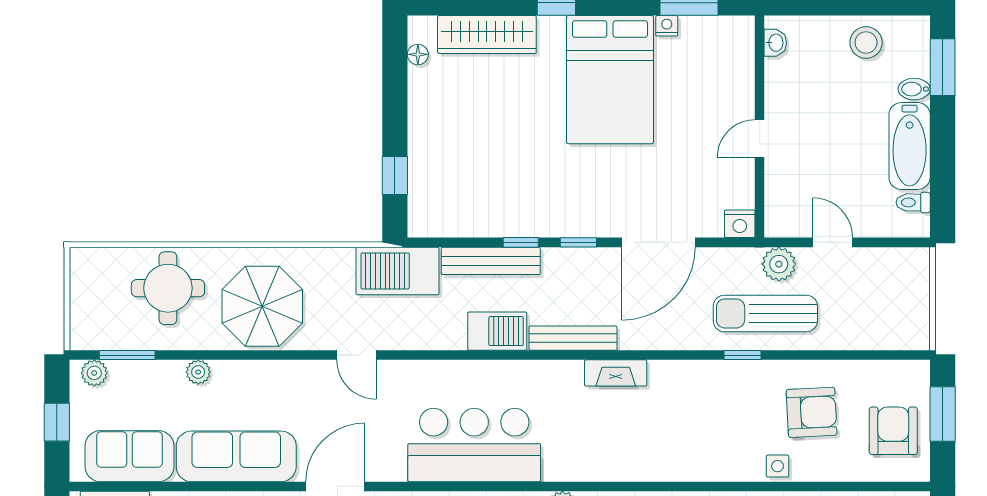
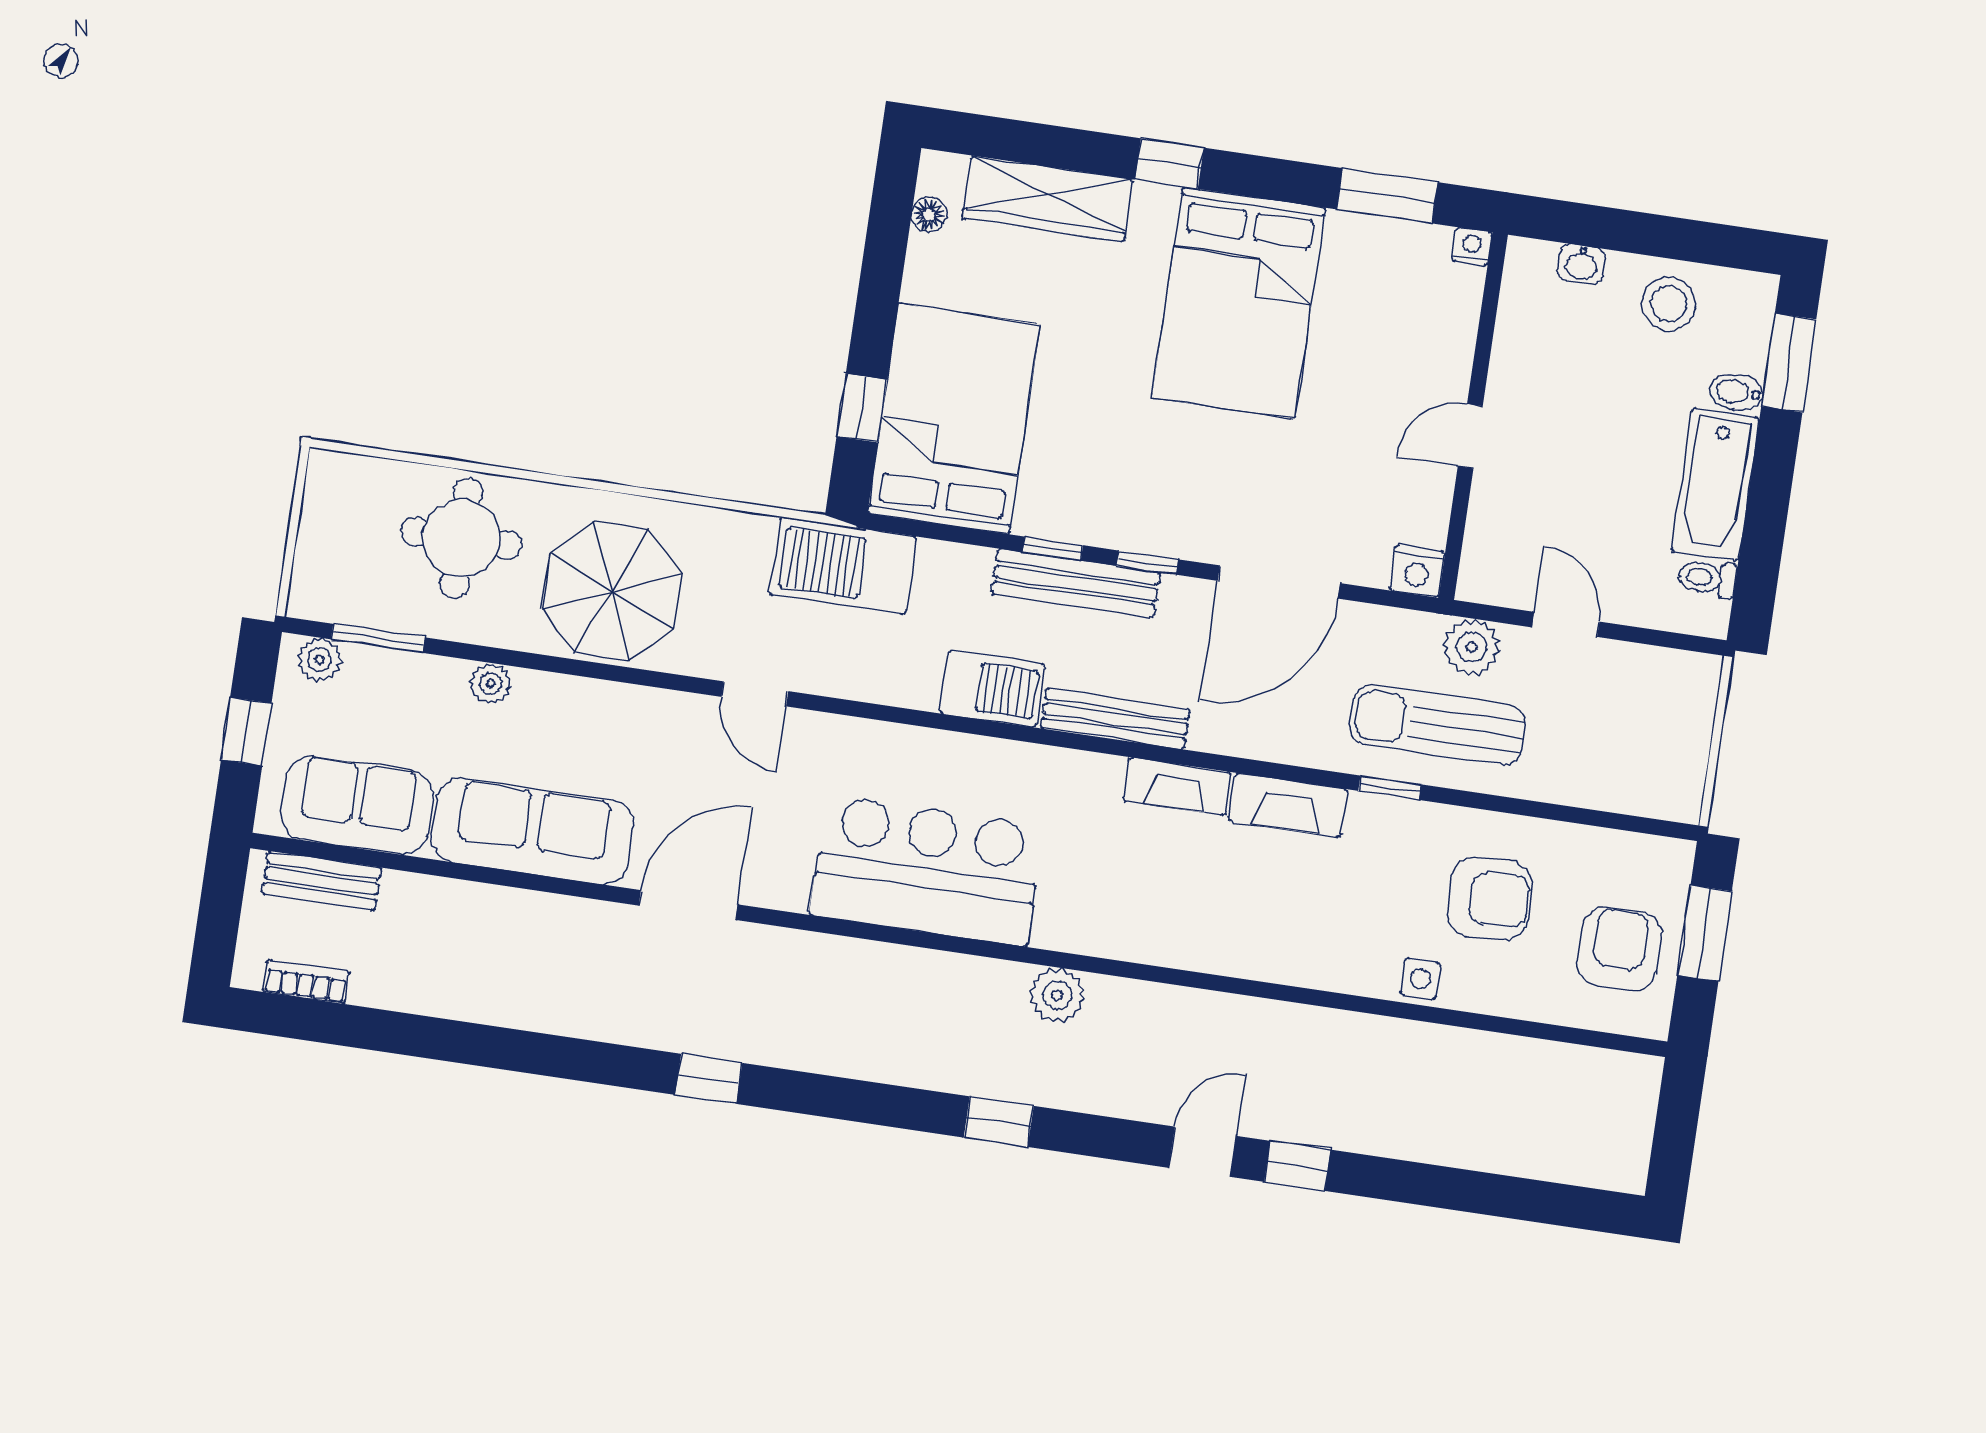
nightstand: (667, 26) -> (1472, 247), moved
washbasin: (775, 43) -> (1581, 264), moved, turned 90
bed: (451, 174) -> (954, 419), added
bench: (491, 261) -> (1076, 583), moved
fireplace: (683, 374) -> (1288, 805), added

